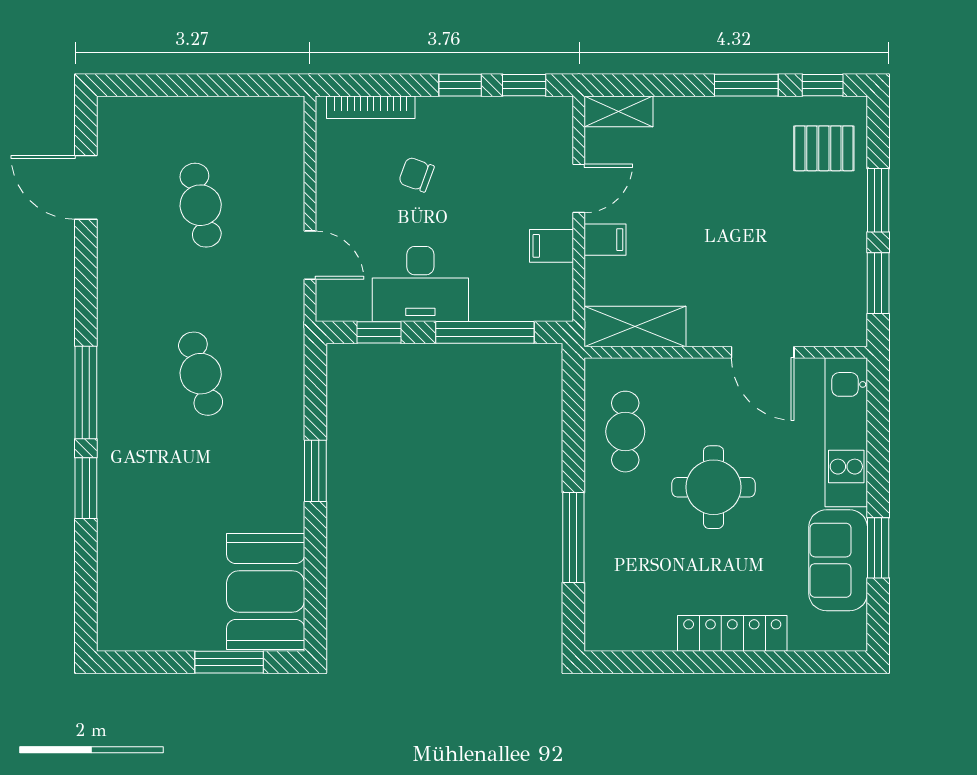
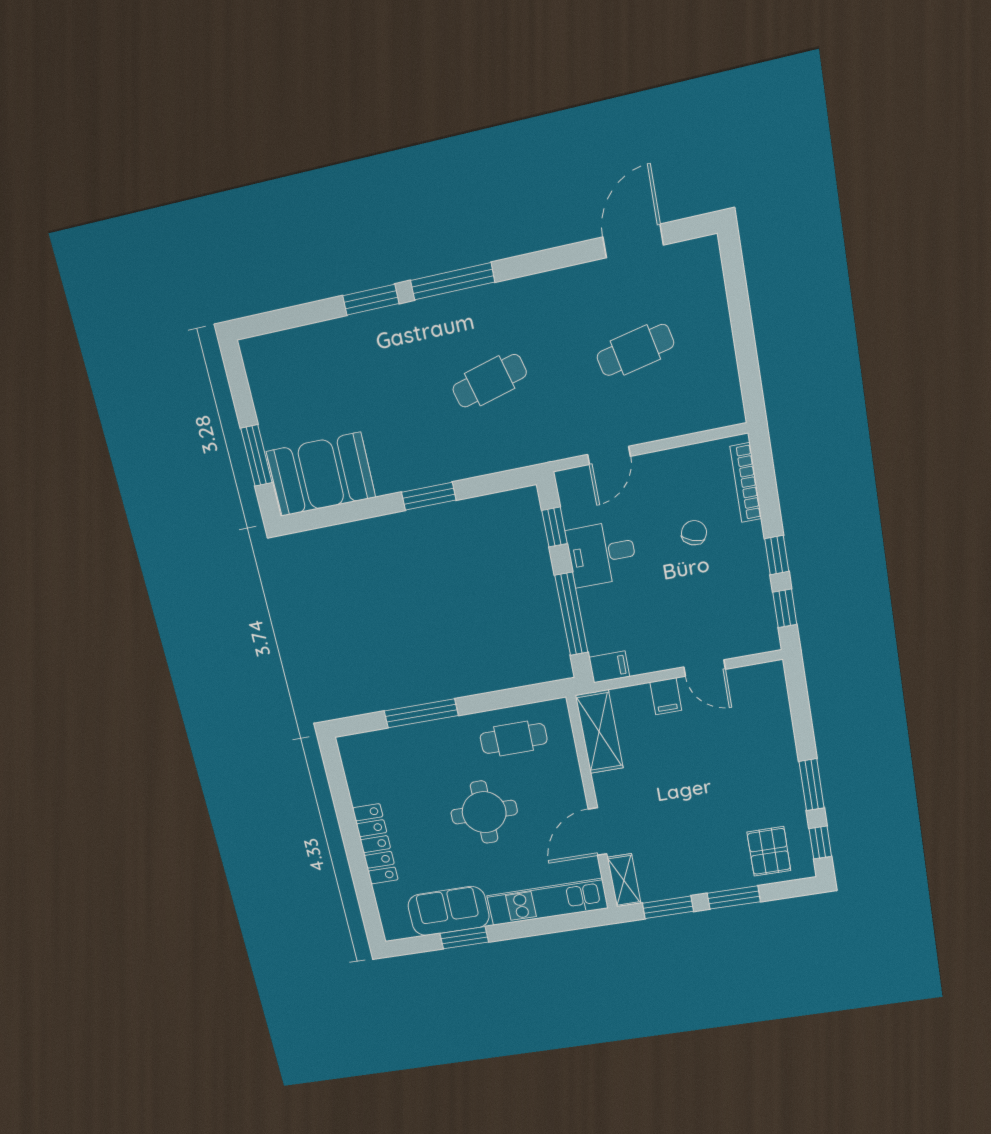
shelving: (619, 111) -> (624, 880), moved
filing cabinet: (552, 246) -> (609, 667), moved, turned 90
desk: (420, 284) -> (602, 554), width x0.73

